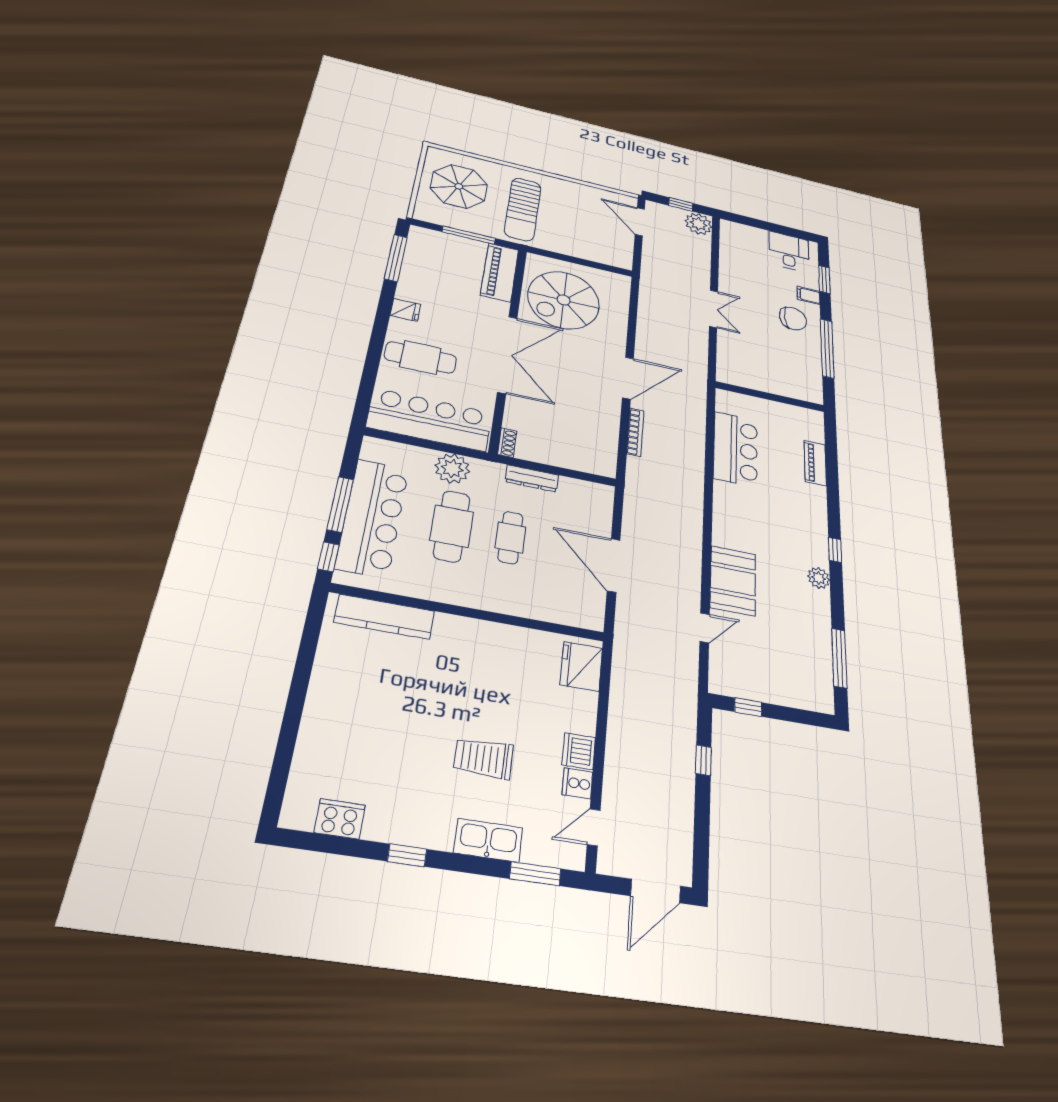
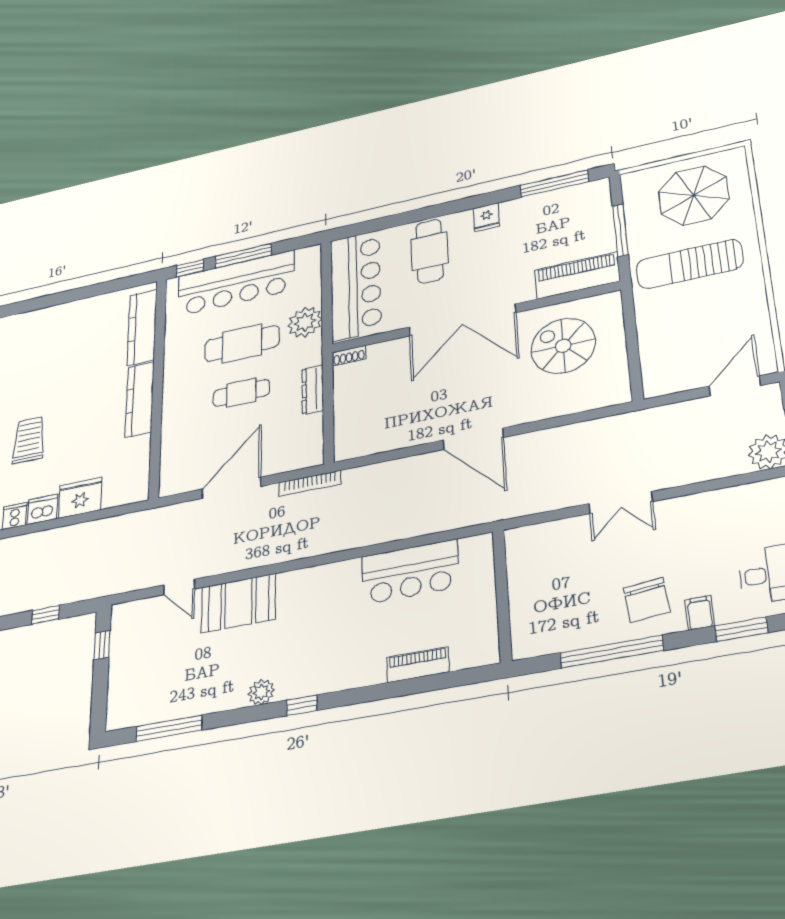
spiral stairs: (564, 300) -> (563, 346), width x0.73, depth x0.73
bookcase: (635, 432) -> (310, 483), moved
kitchen counter: (478, 633) -> (140, 399), added
fridge: (581, 666) -> (80, 498), moved

